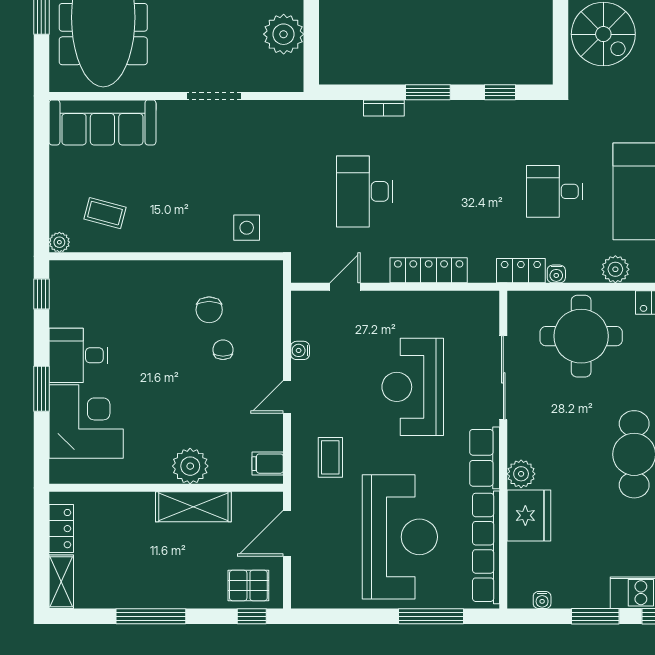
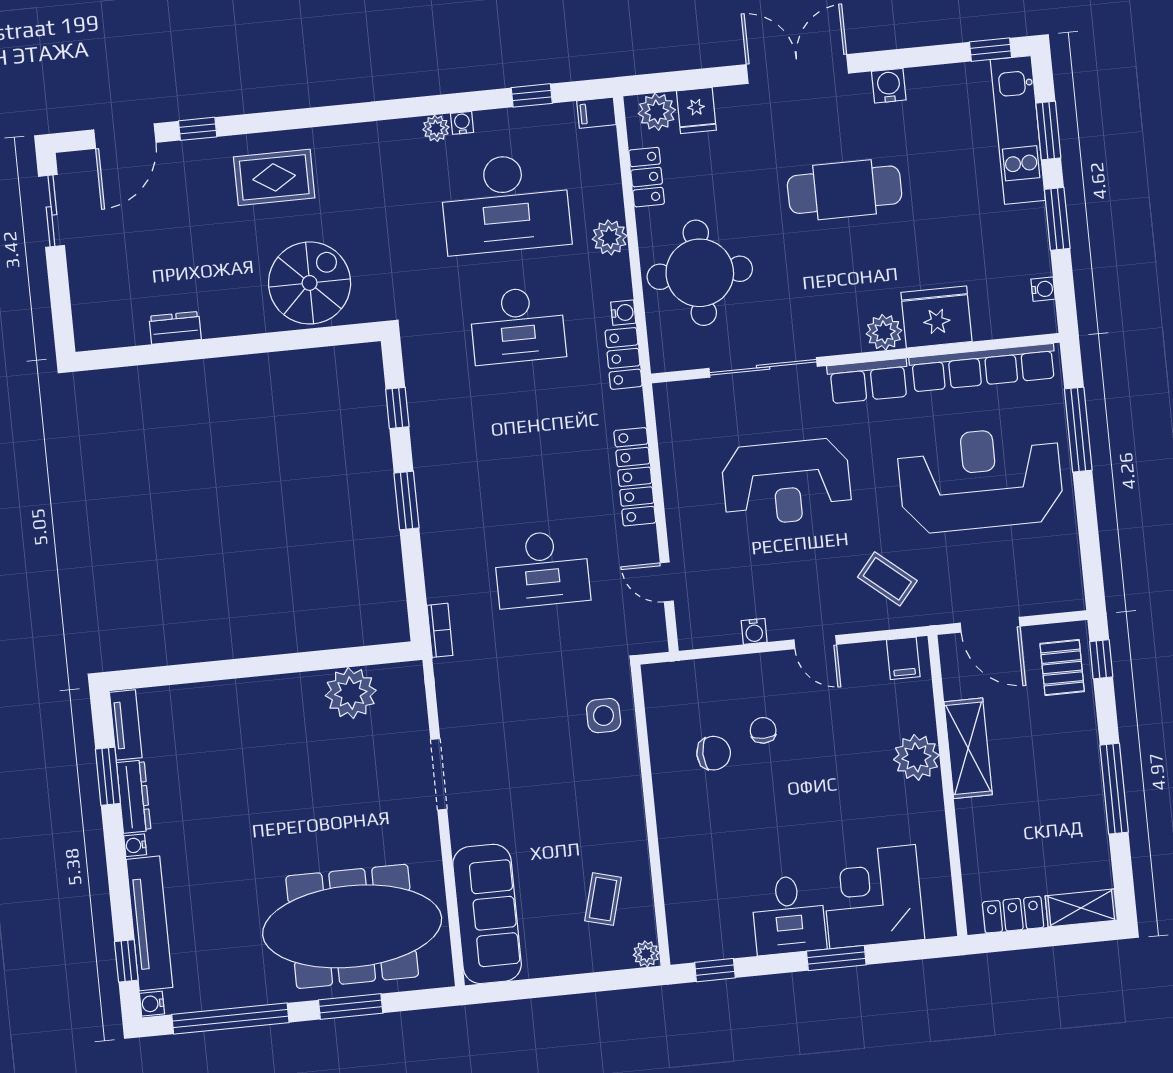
bookcase: (384, 108) -> (440, 630), moved
desk: (555, 191) -> (518, 325), width x1.37
chair: (223, 350) -> (763, 730), turned 90
coffee table: (330, 457) -> (887, 579), turned 40

